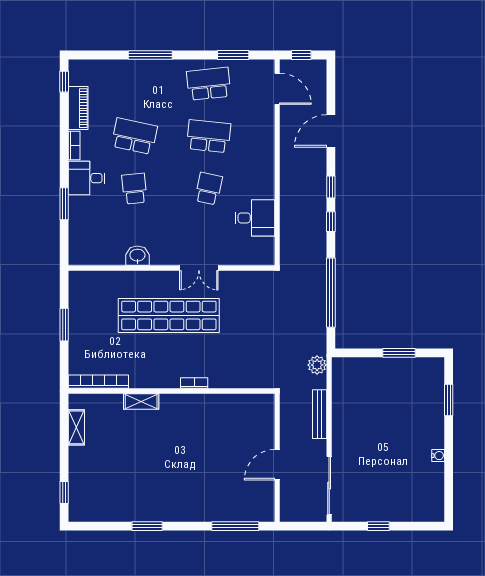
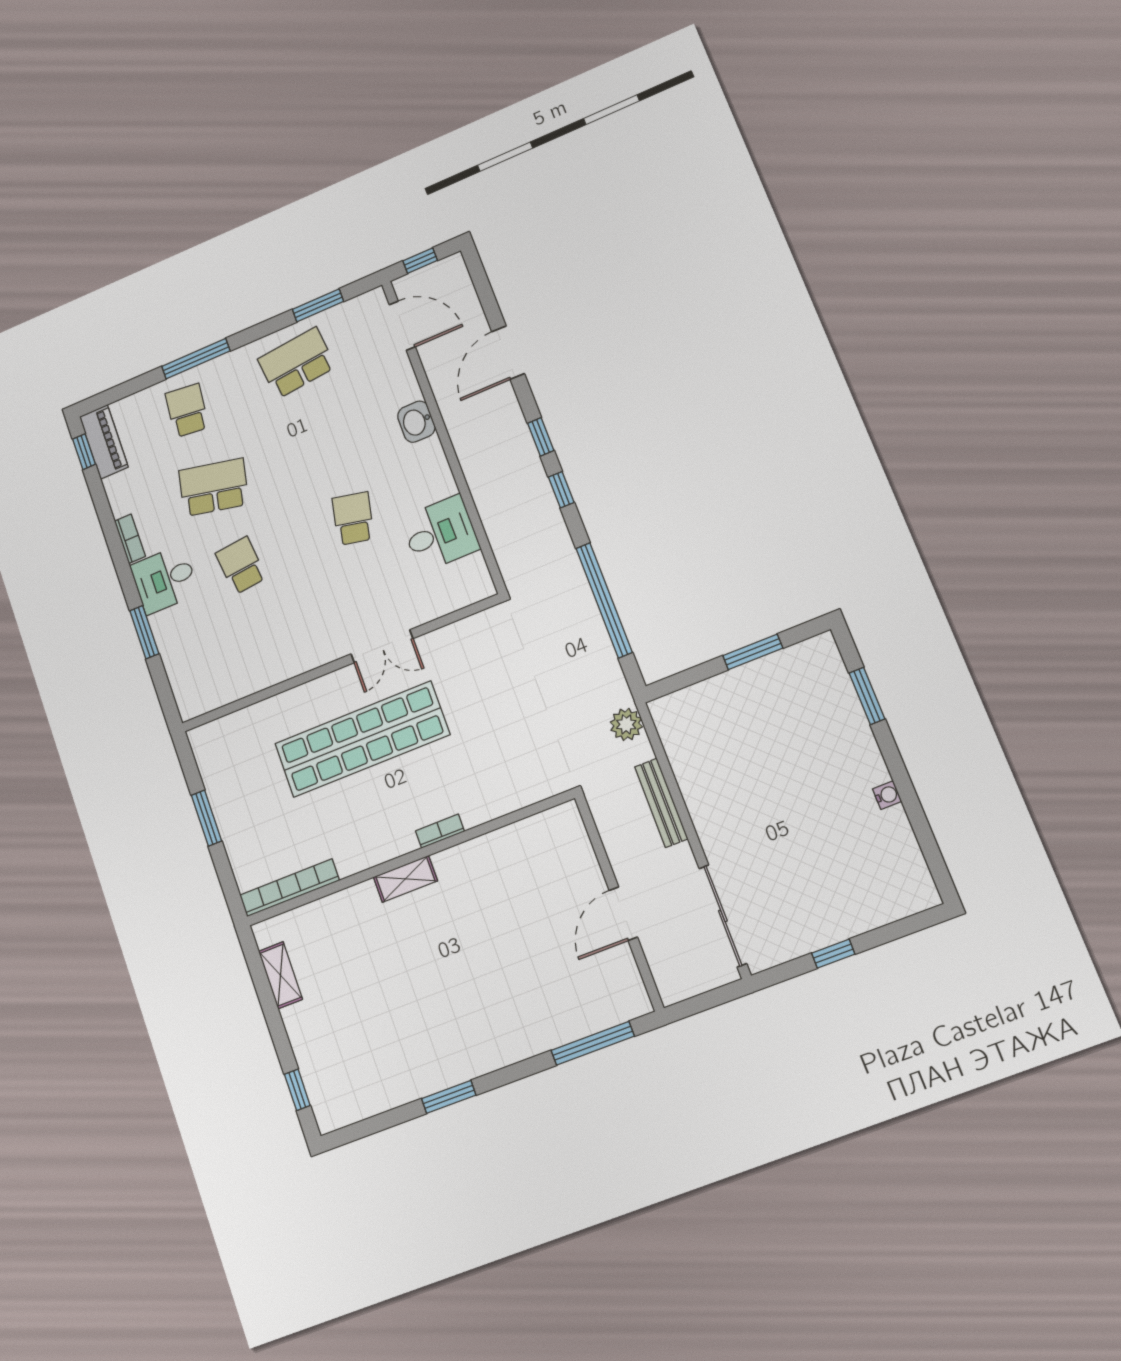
piano: (78, 108) -> (104, 442), moved
school desk: (209, 136) -> (187, 410), moved, width x0.54
washbasin: (137, 256) -> (416, 422), moved, turned -90
shelving: (141, 401) -> (405, 879), moved

